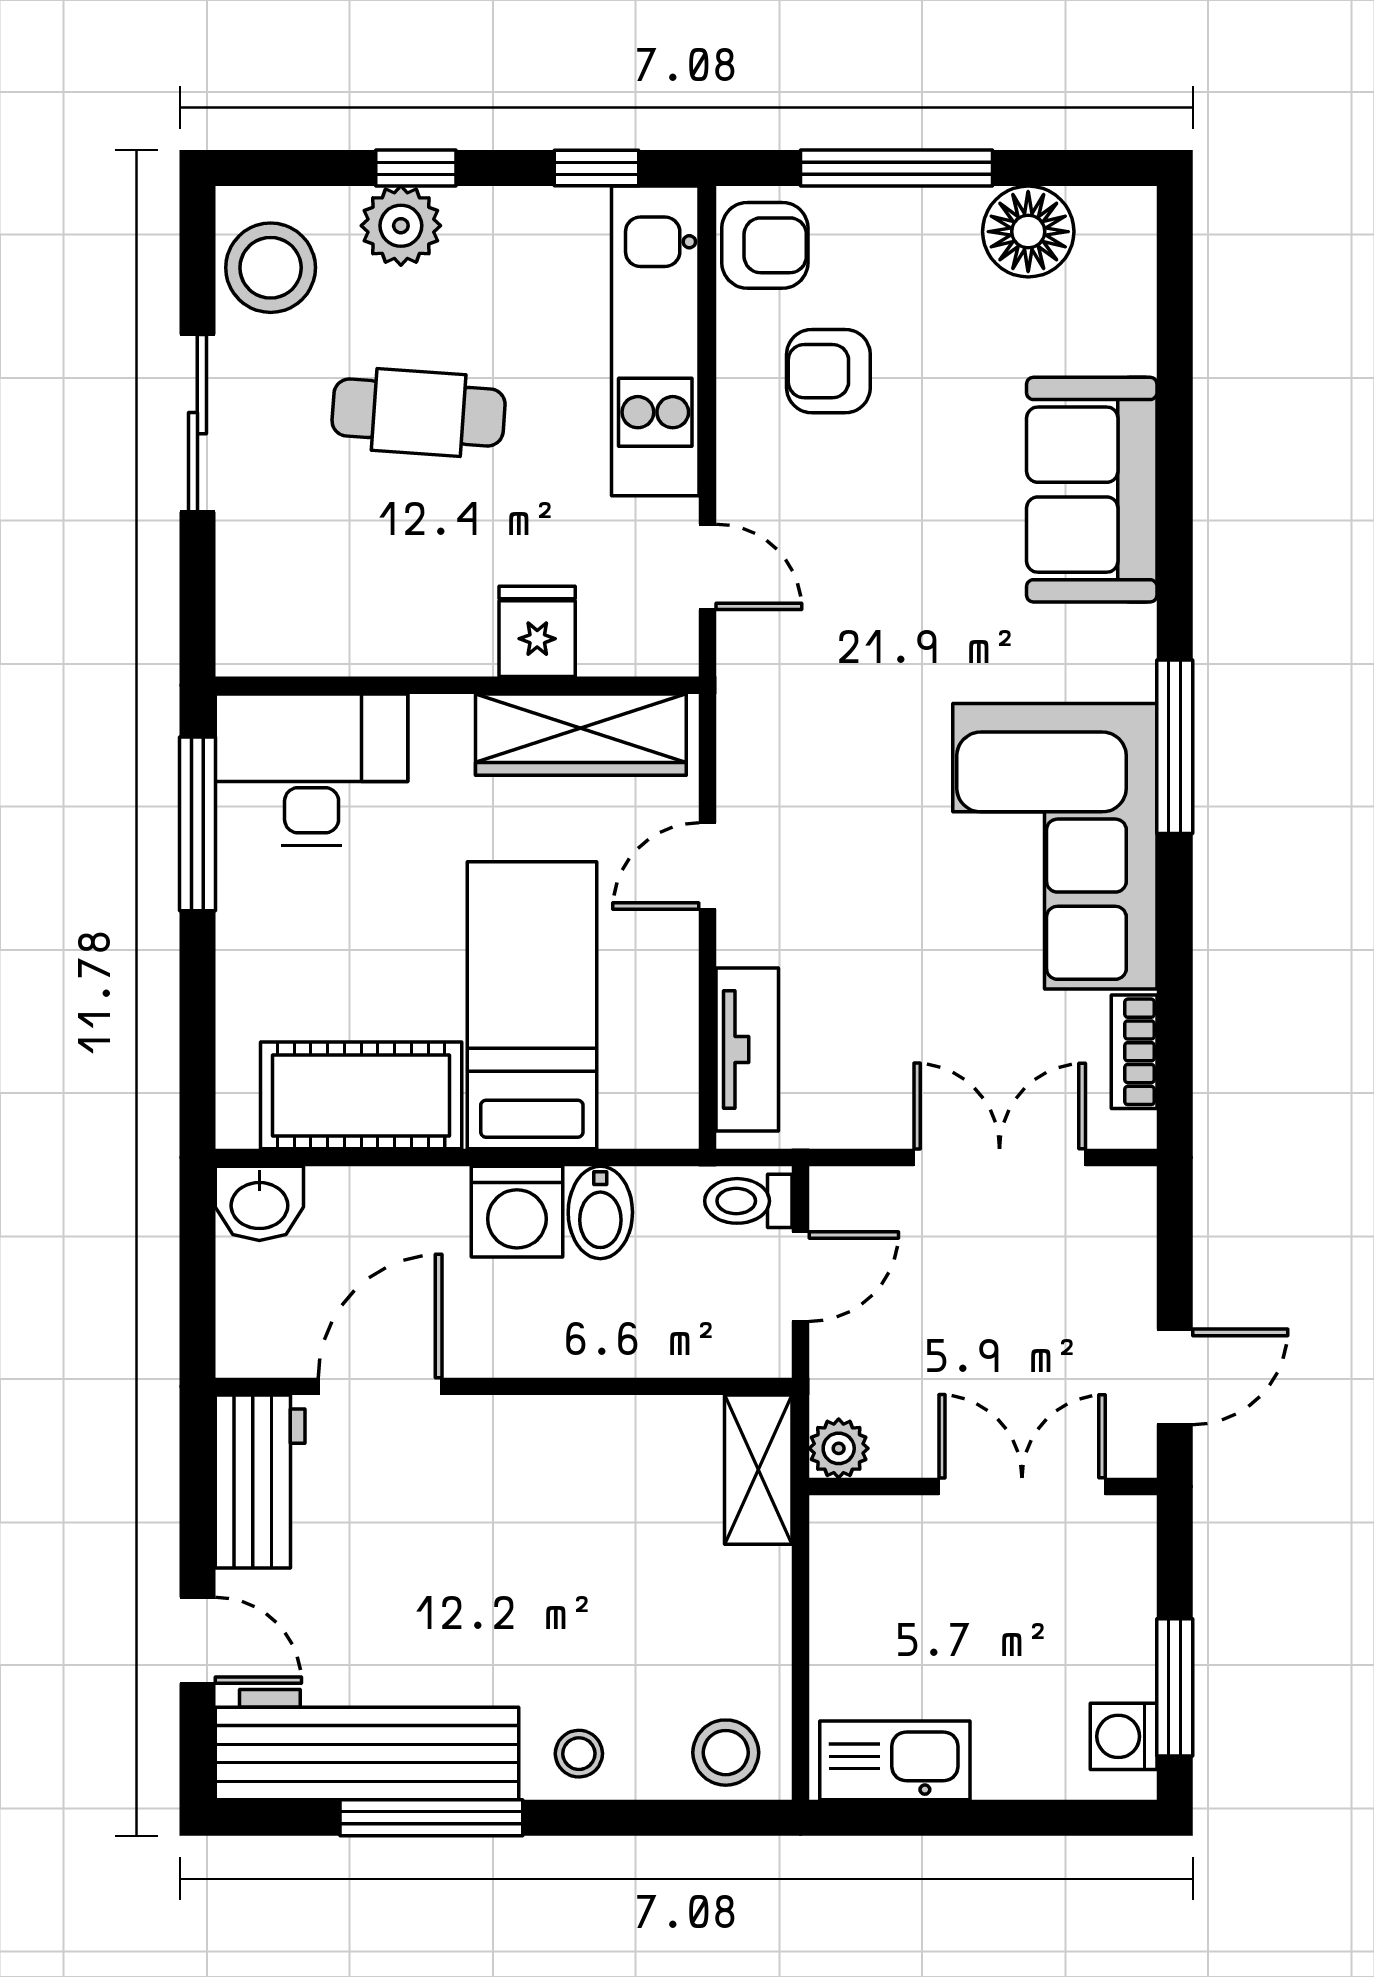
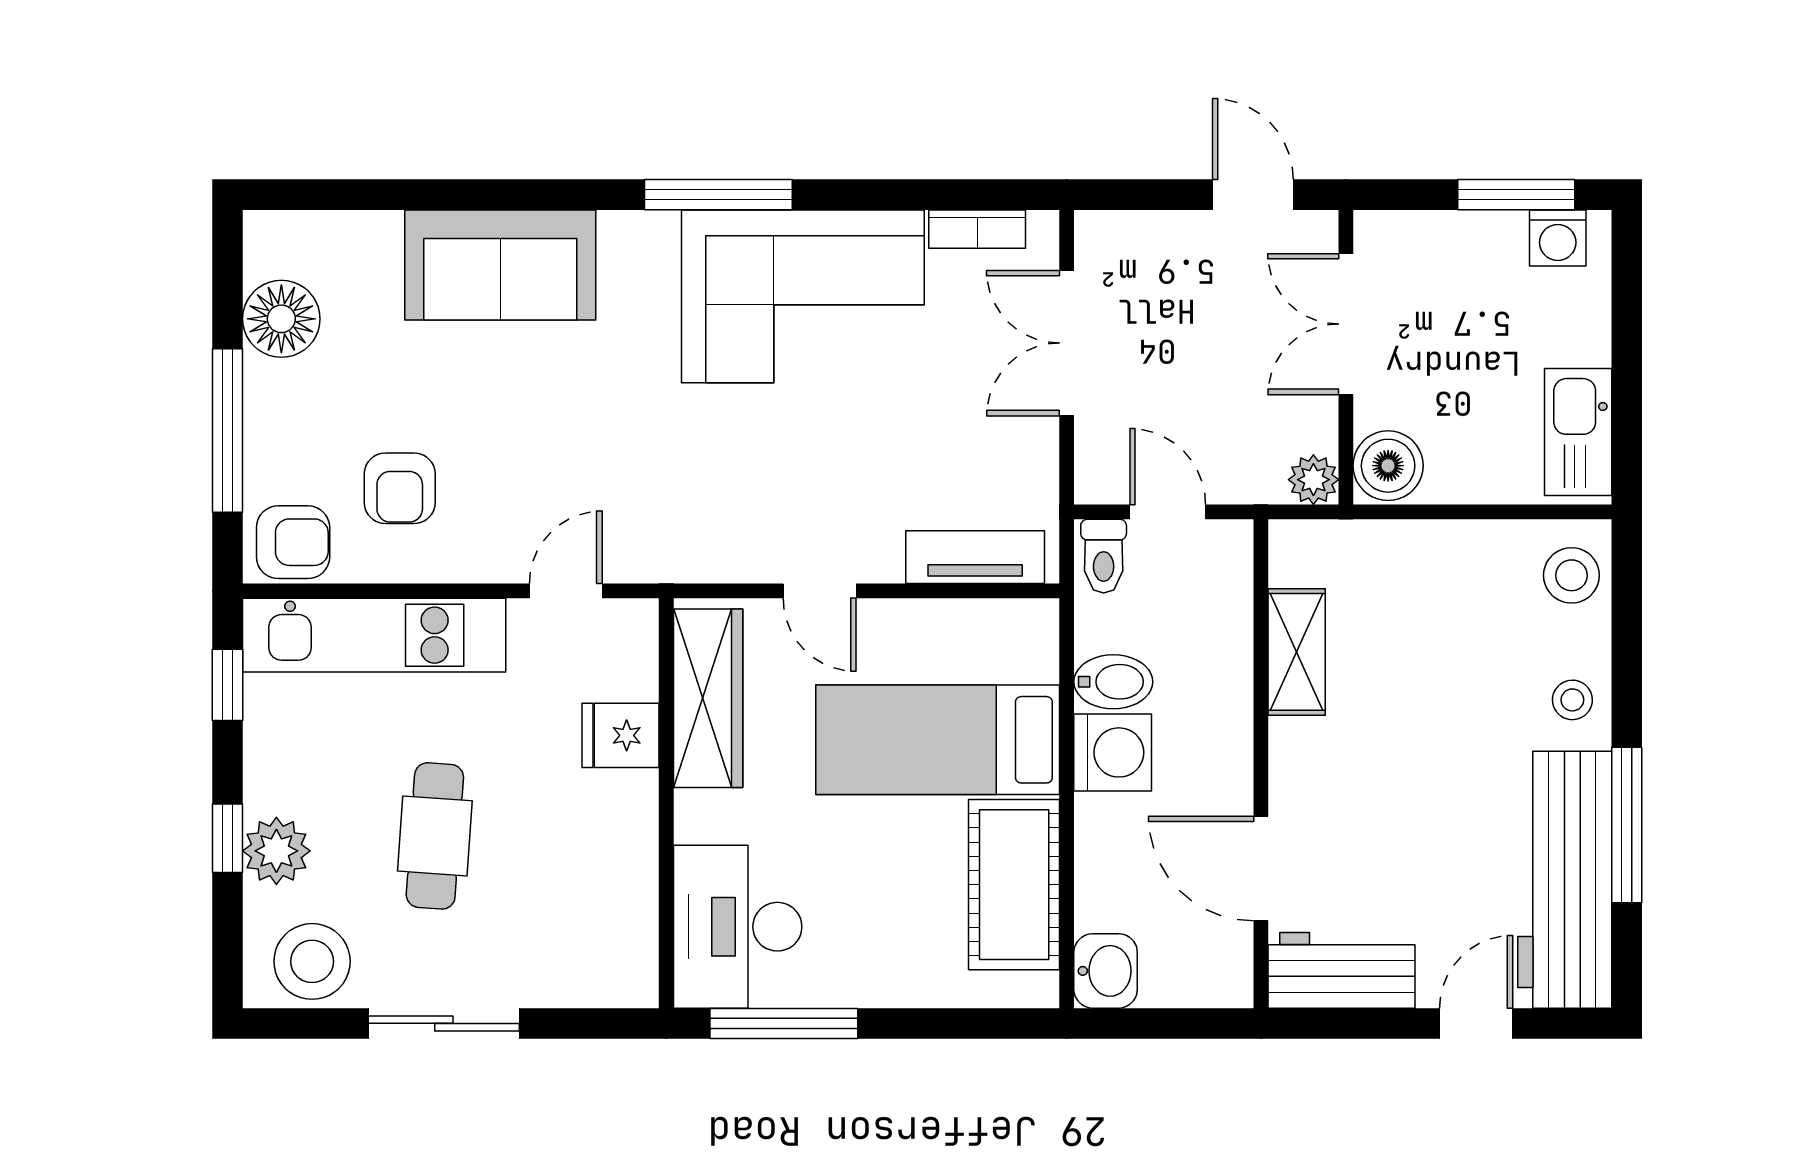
armchair: (765, 245) -> (293, 542), turned 90
shelving: (758, 1470) -> (1297, 652), moved, turned 90
boiler: (855, 1536) -> (1388, 466), added

